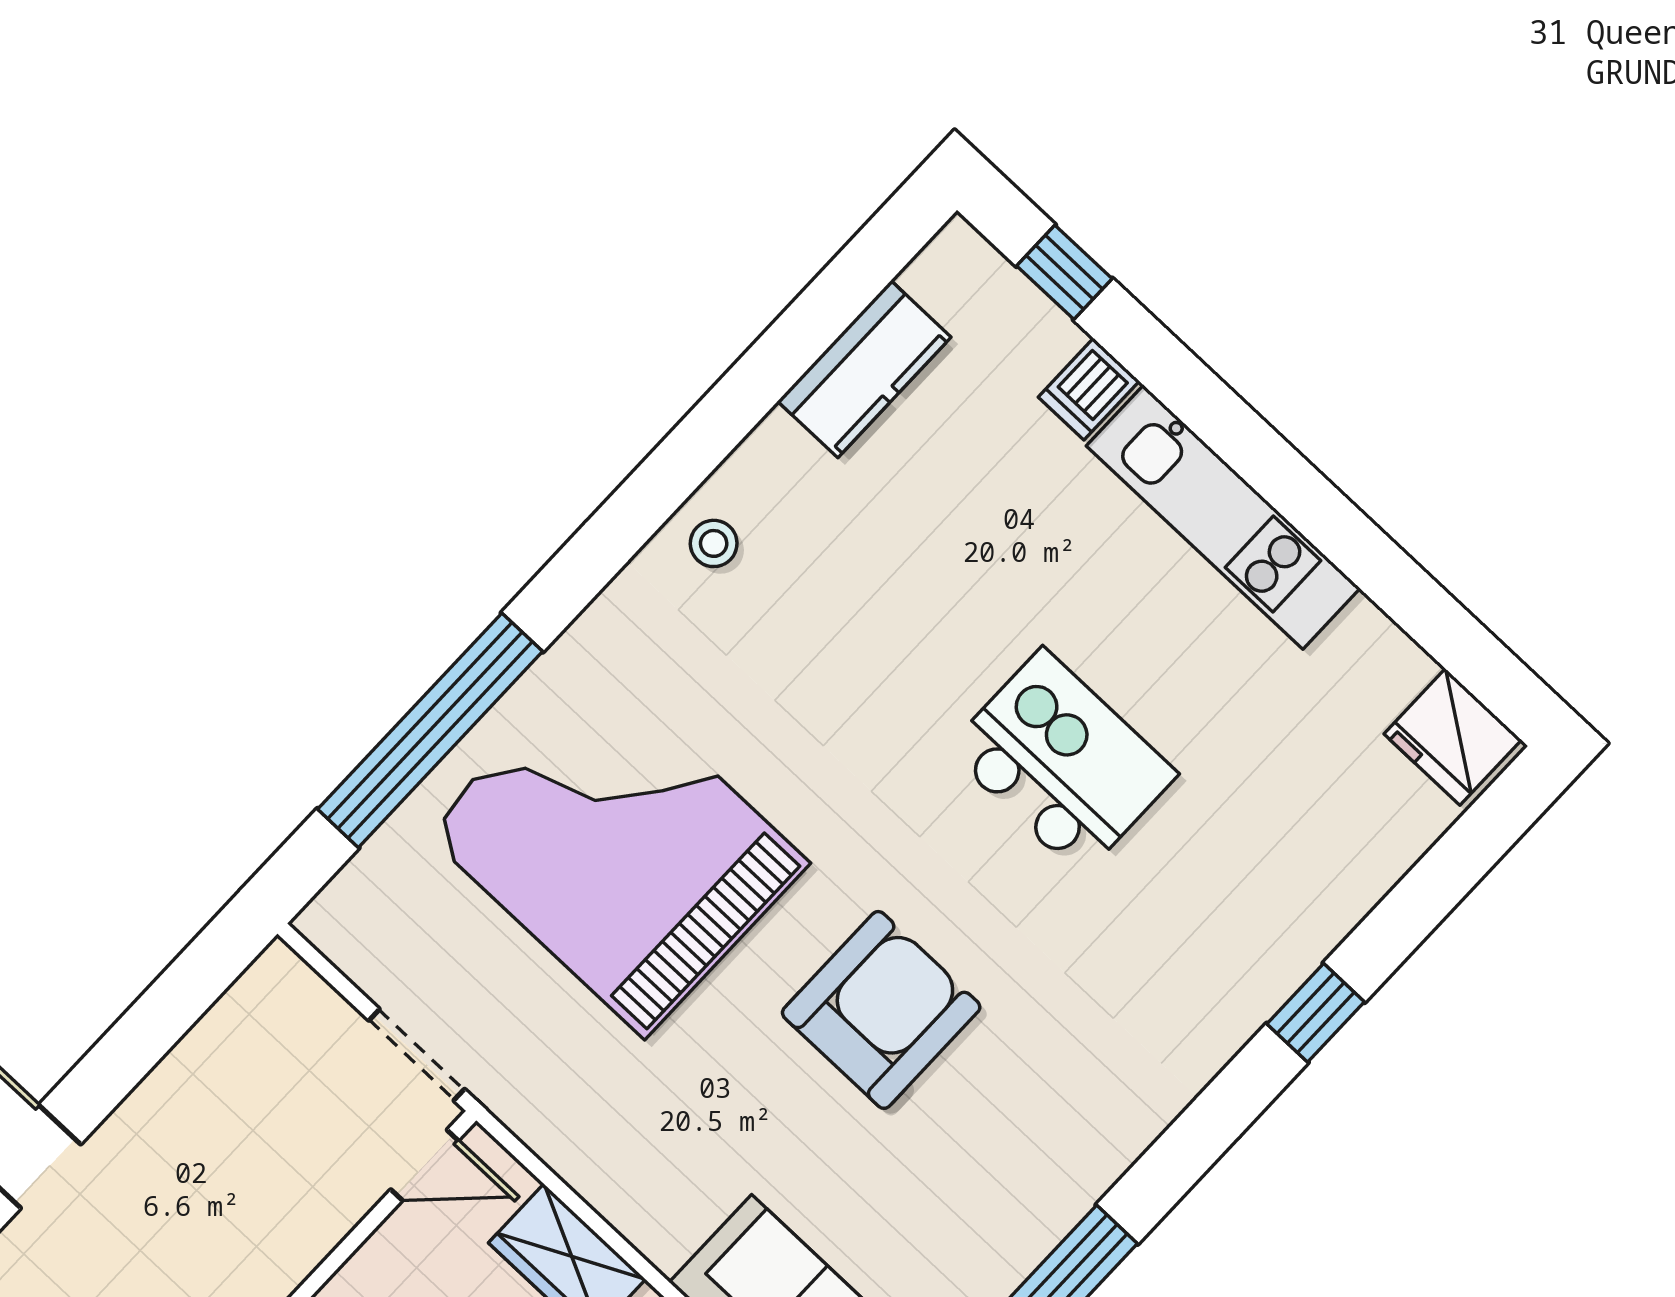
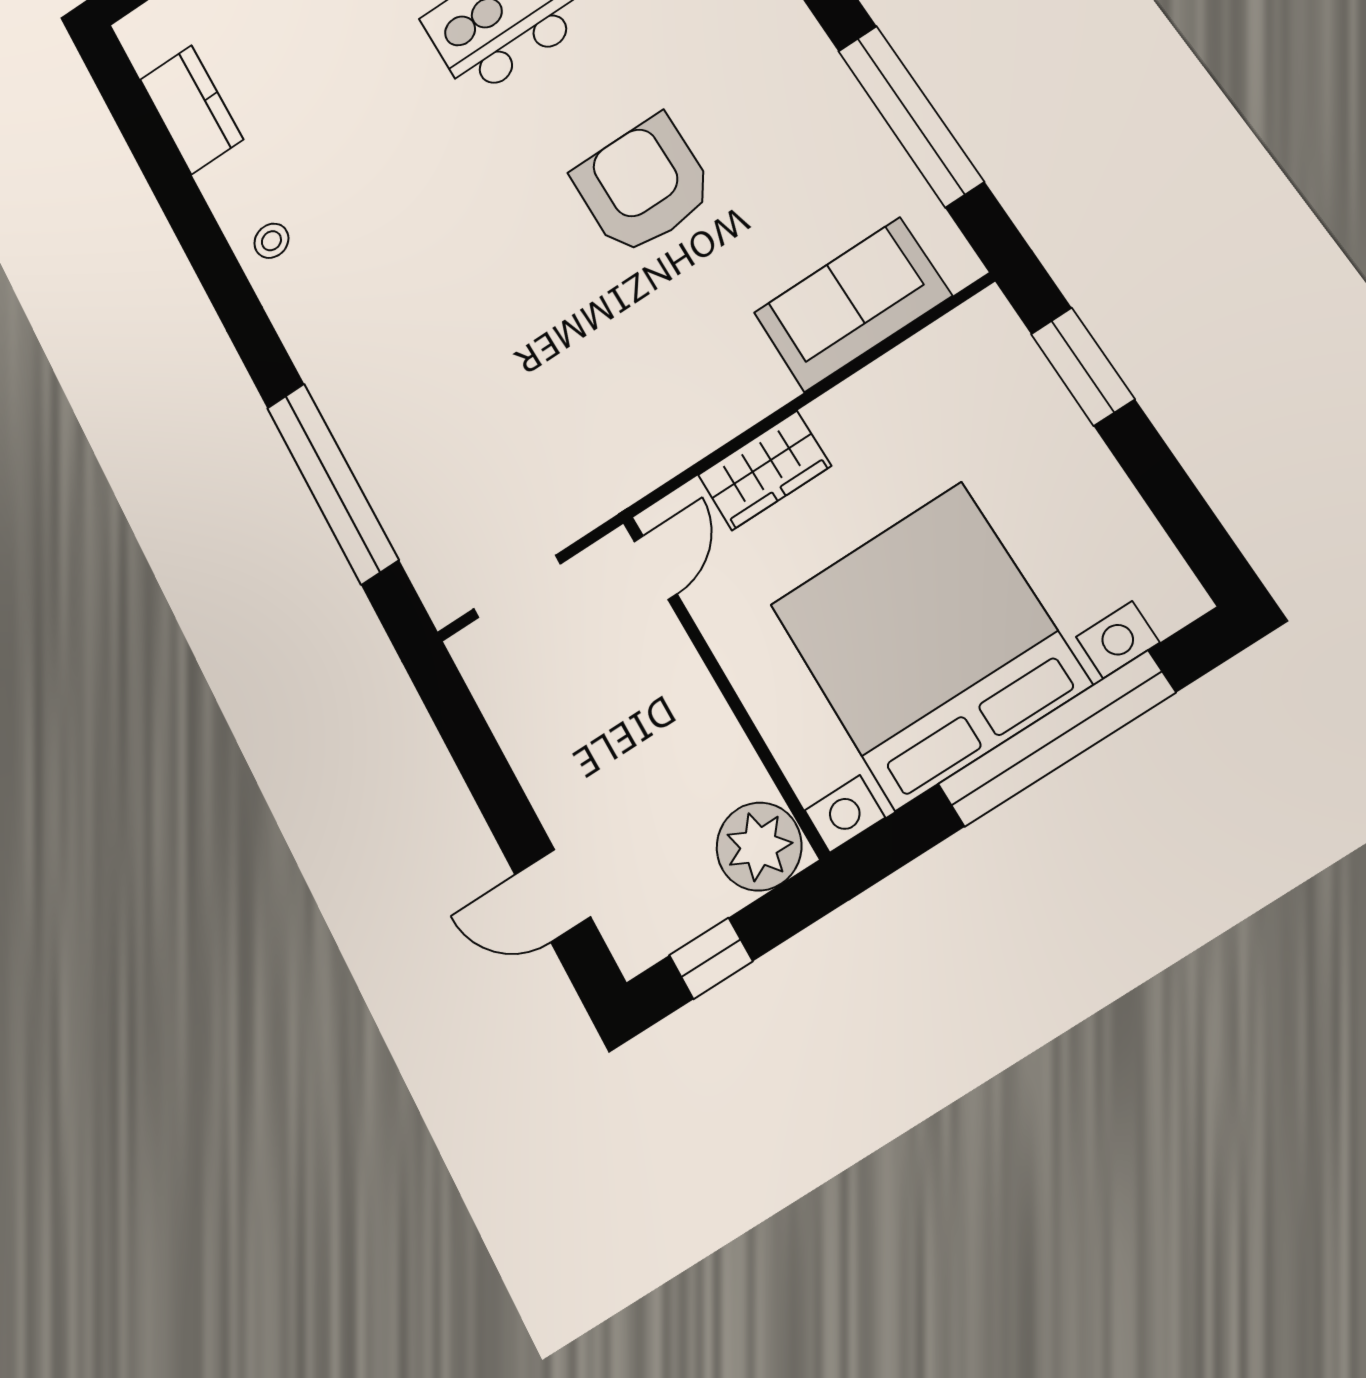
grand piano: (617, 848) -> (462, 360), removed
doorway: (417, 1055) -> (517, 586), moved

